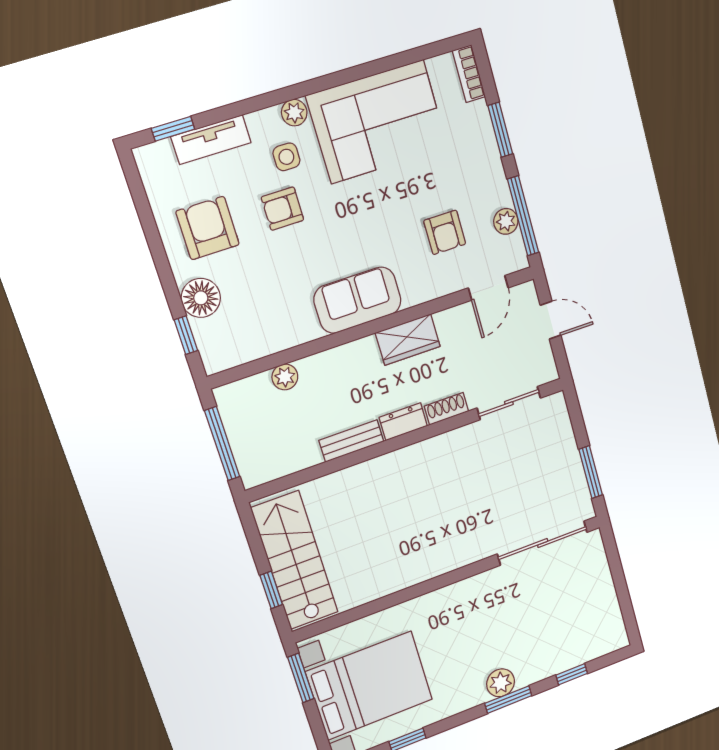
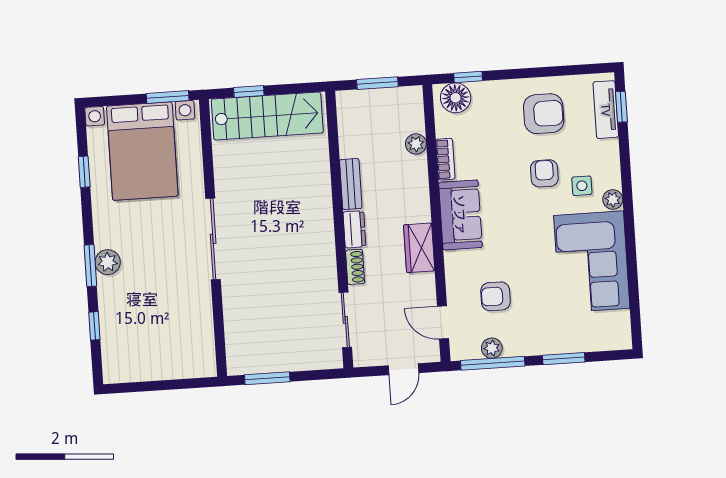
bookcase: (469, 74) -> (445, 159), moved, turned 90
tv unit: (211, 140) -> (606, 110), moved
floor lamp: (201, 298) -> (456, 98), moved
window: (222, 444) -> (377, 83), width x0.69
sliding door: (543, 543) -> (213, 239), moved

